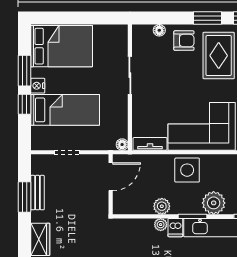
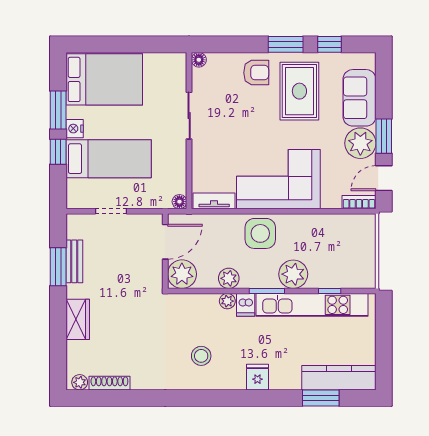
floor lamp: (159, 30) -> (199, 60), moved
plant: (124, 203) -> (182, 274), added

